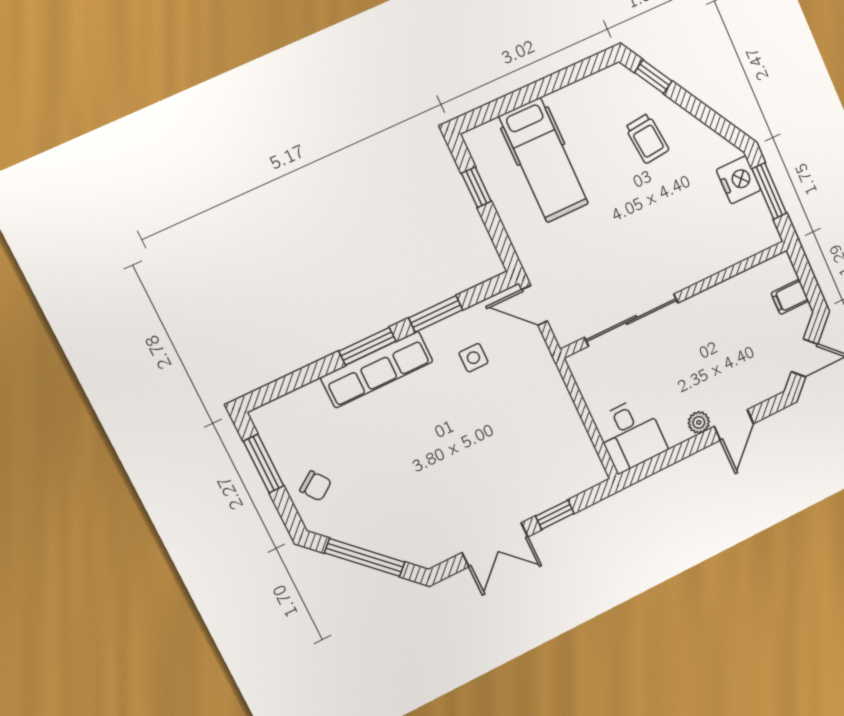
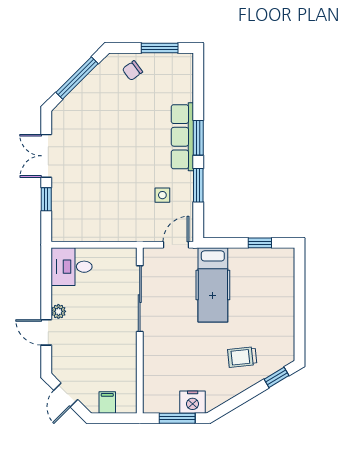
hospital bed: (544, 160) -> (213, 285), moved, turned -90

